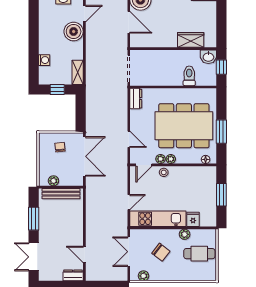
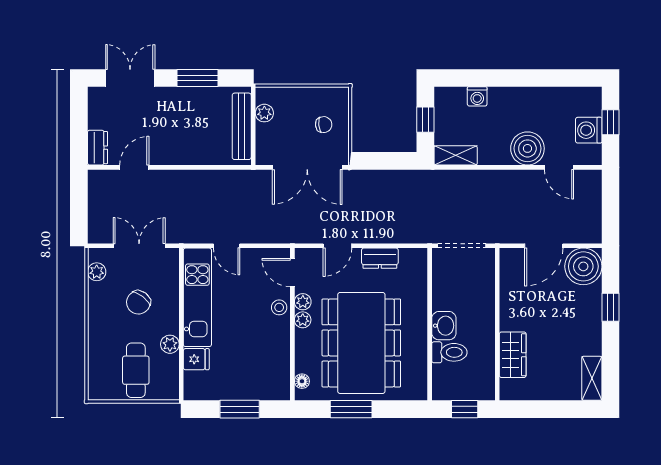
washbasin: (208, 57) -> (444, 326), moved, turned 180
dresser: (136, 99) -> (380, 258), moved

